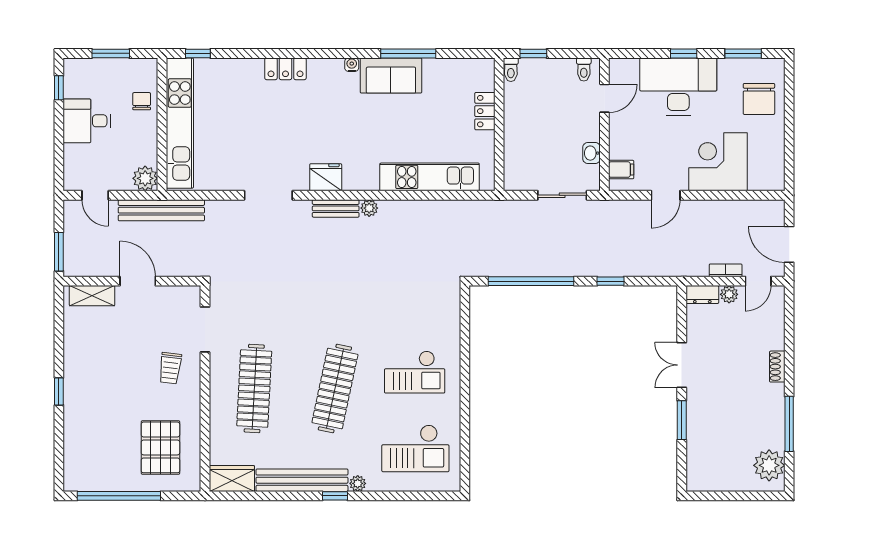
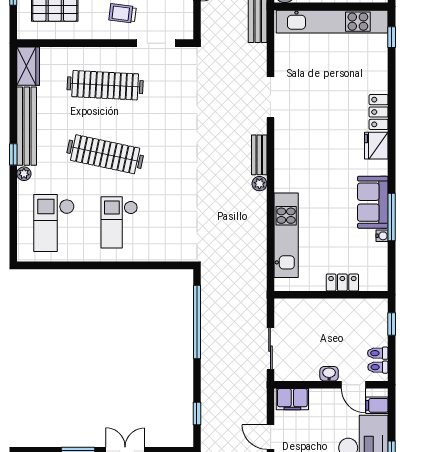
water cooler: (352, 65) -> (382, 236), moved
toilet: (511, 70) -> (378, 353), moved
filing cabinet: (628, 71) -> (377, 405), added
washbasin: (592, 153) -> (329, 374), moved
filing cabinet: (621, 170) -> (292, 399), width x2.00
fridge: (326, 177) -> (376, 146), moved, turned 180
window: (610, 281) -> (197, 413), moved

